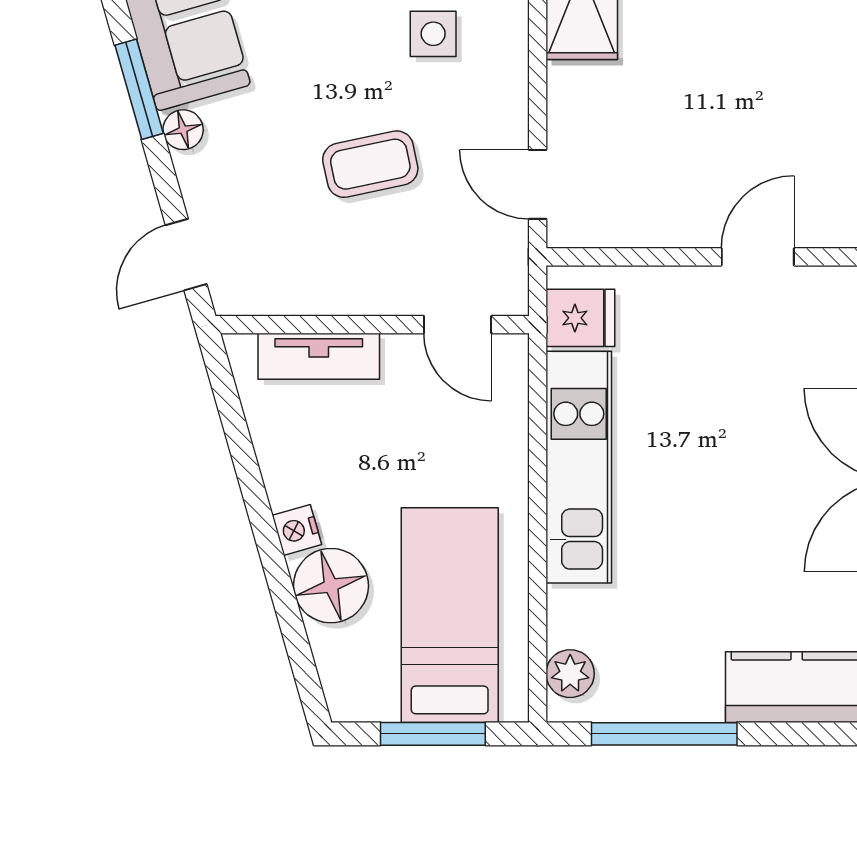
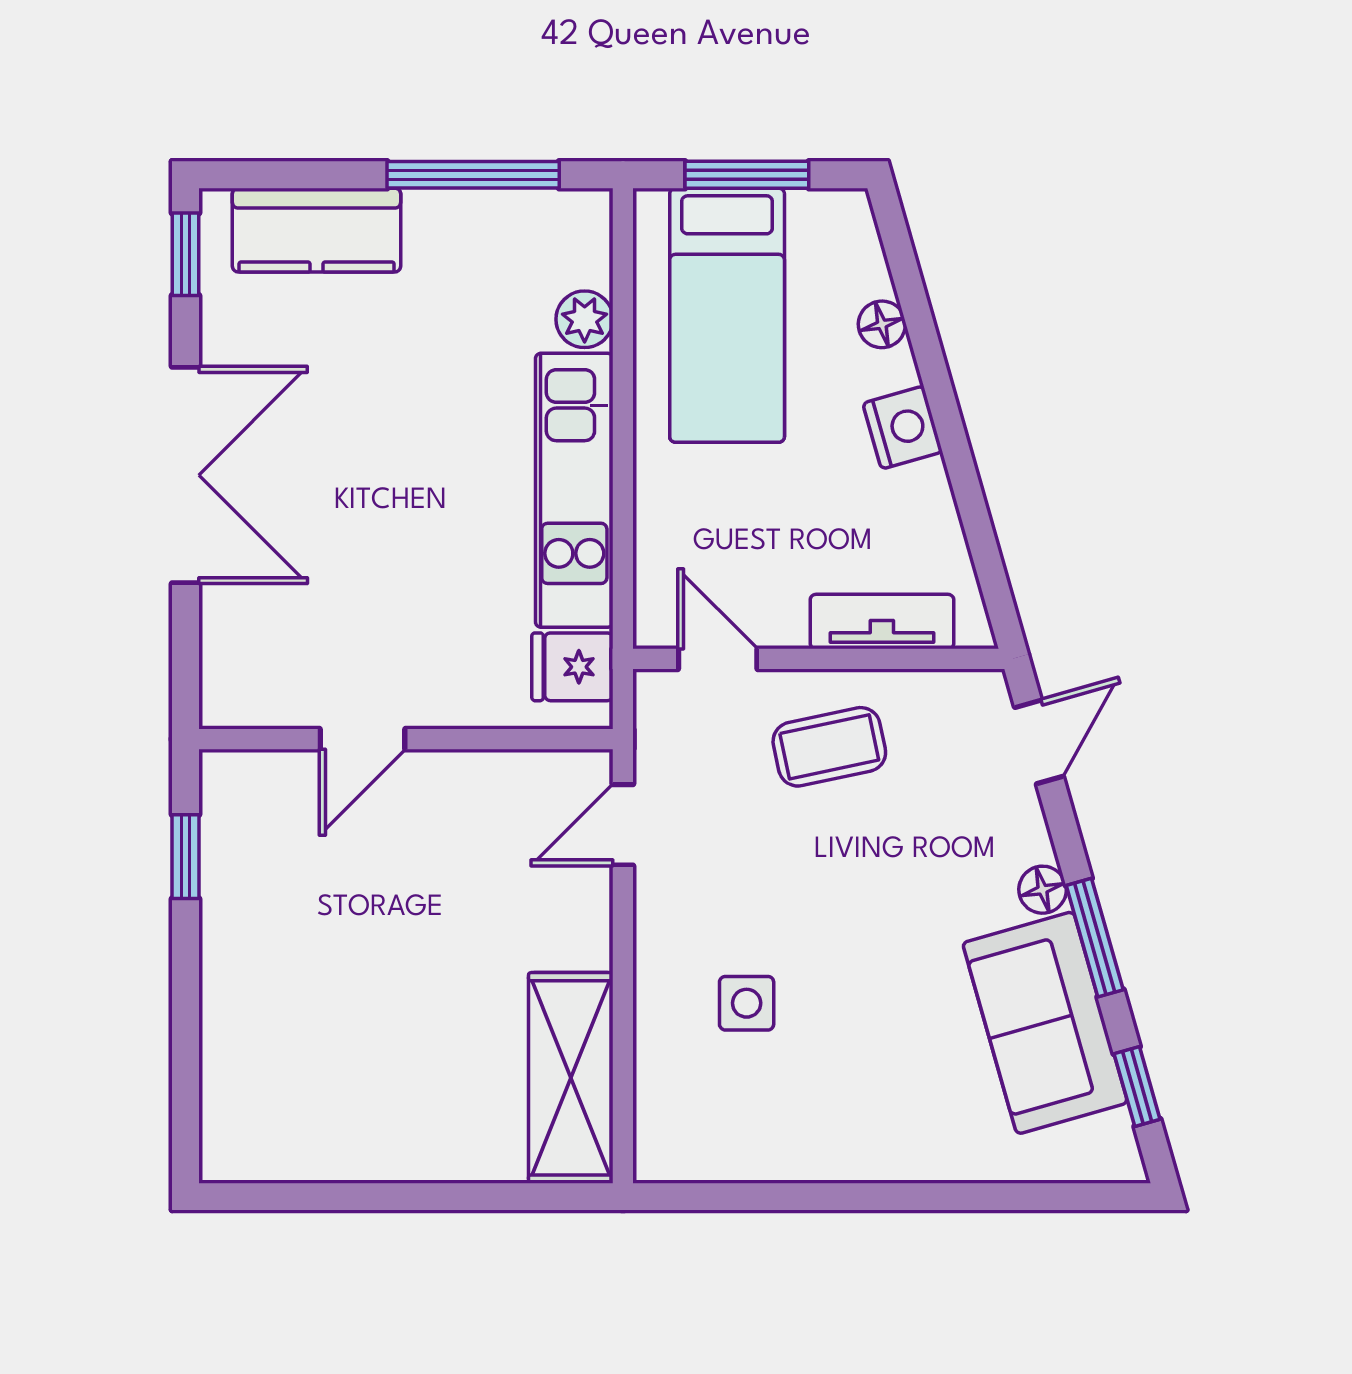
coffee table: (370, 164) -> (829, 747), moved
door: (538, 184) -> (623, 825), swing flipped
nightstand: (297, 530) -> (903, 428), width x1.39, depth x1.35
floor lamp: (331, 586) -> (882, 324), width x0.53, depth x0.53
plant: (570, 674) -> (585, 319), moved

